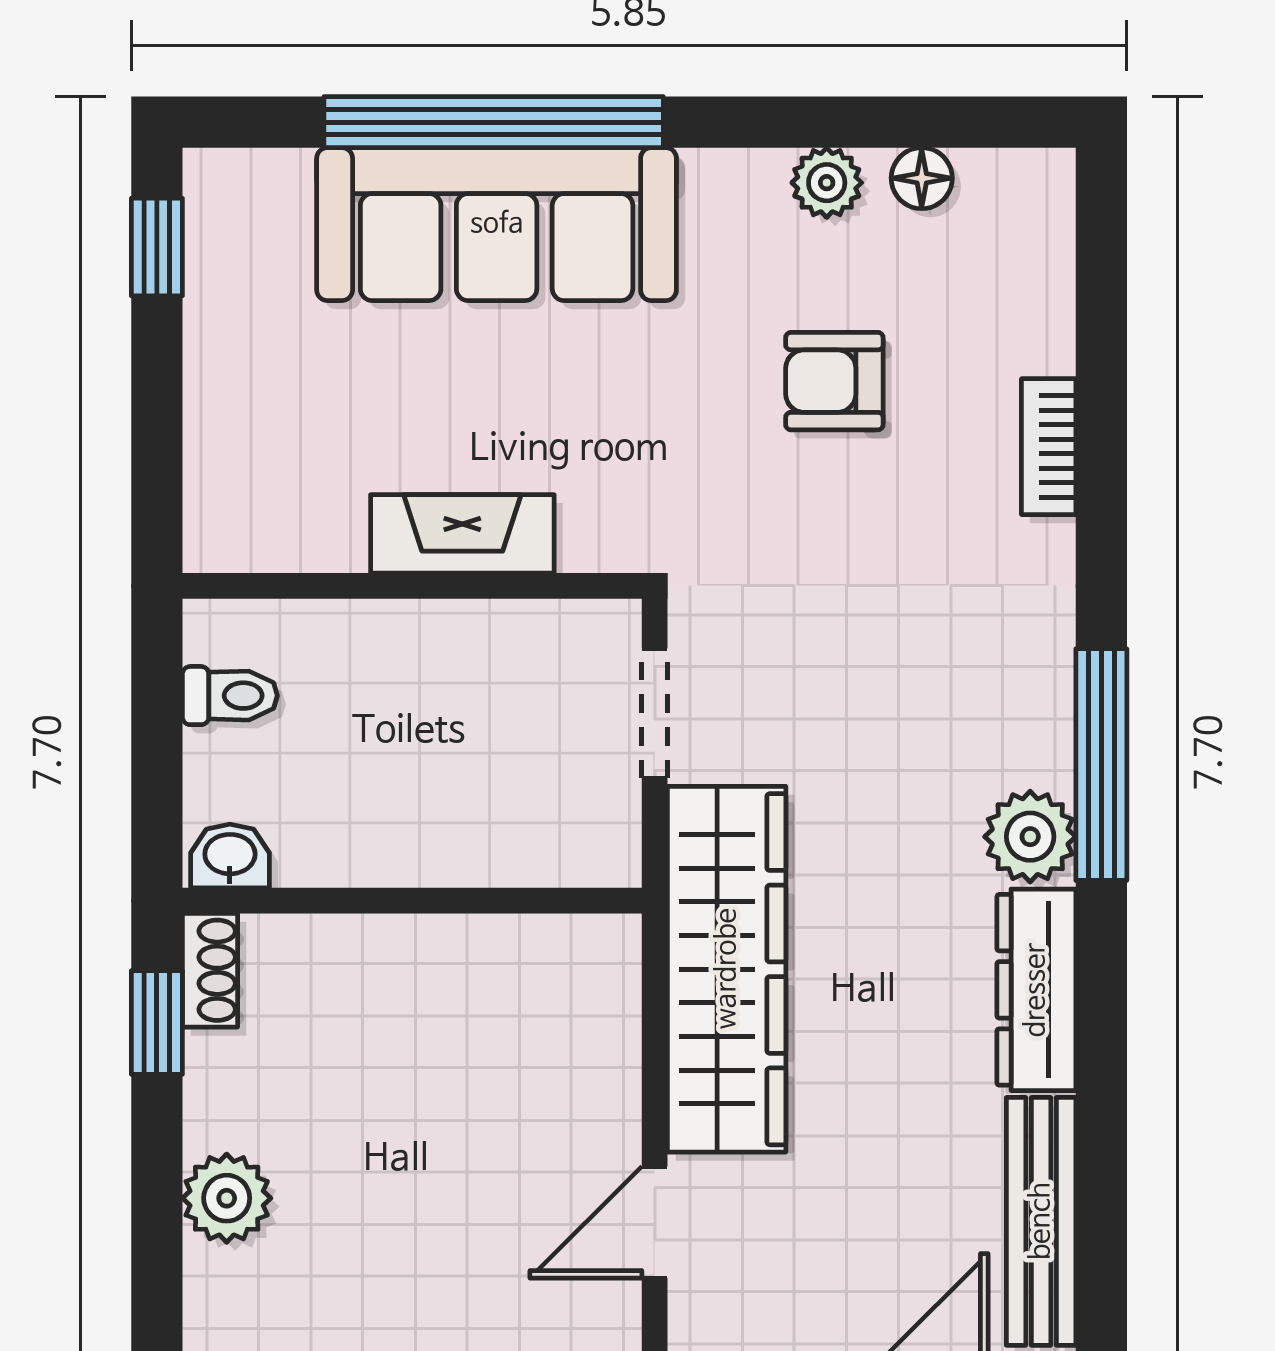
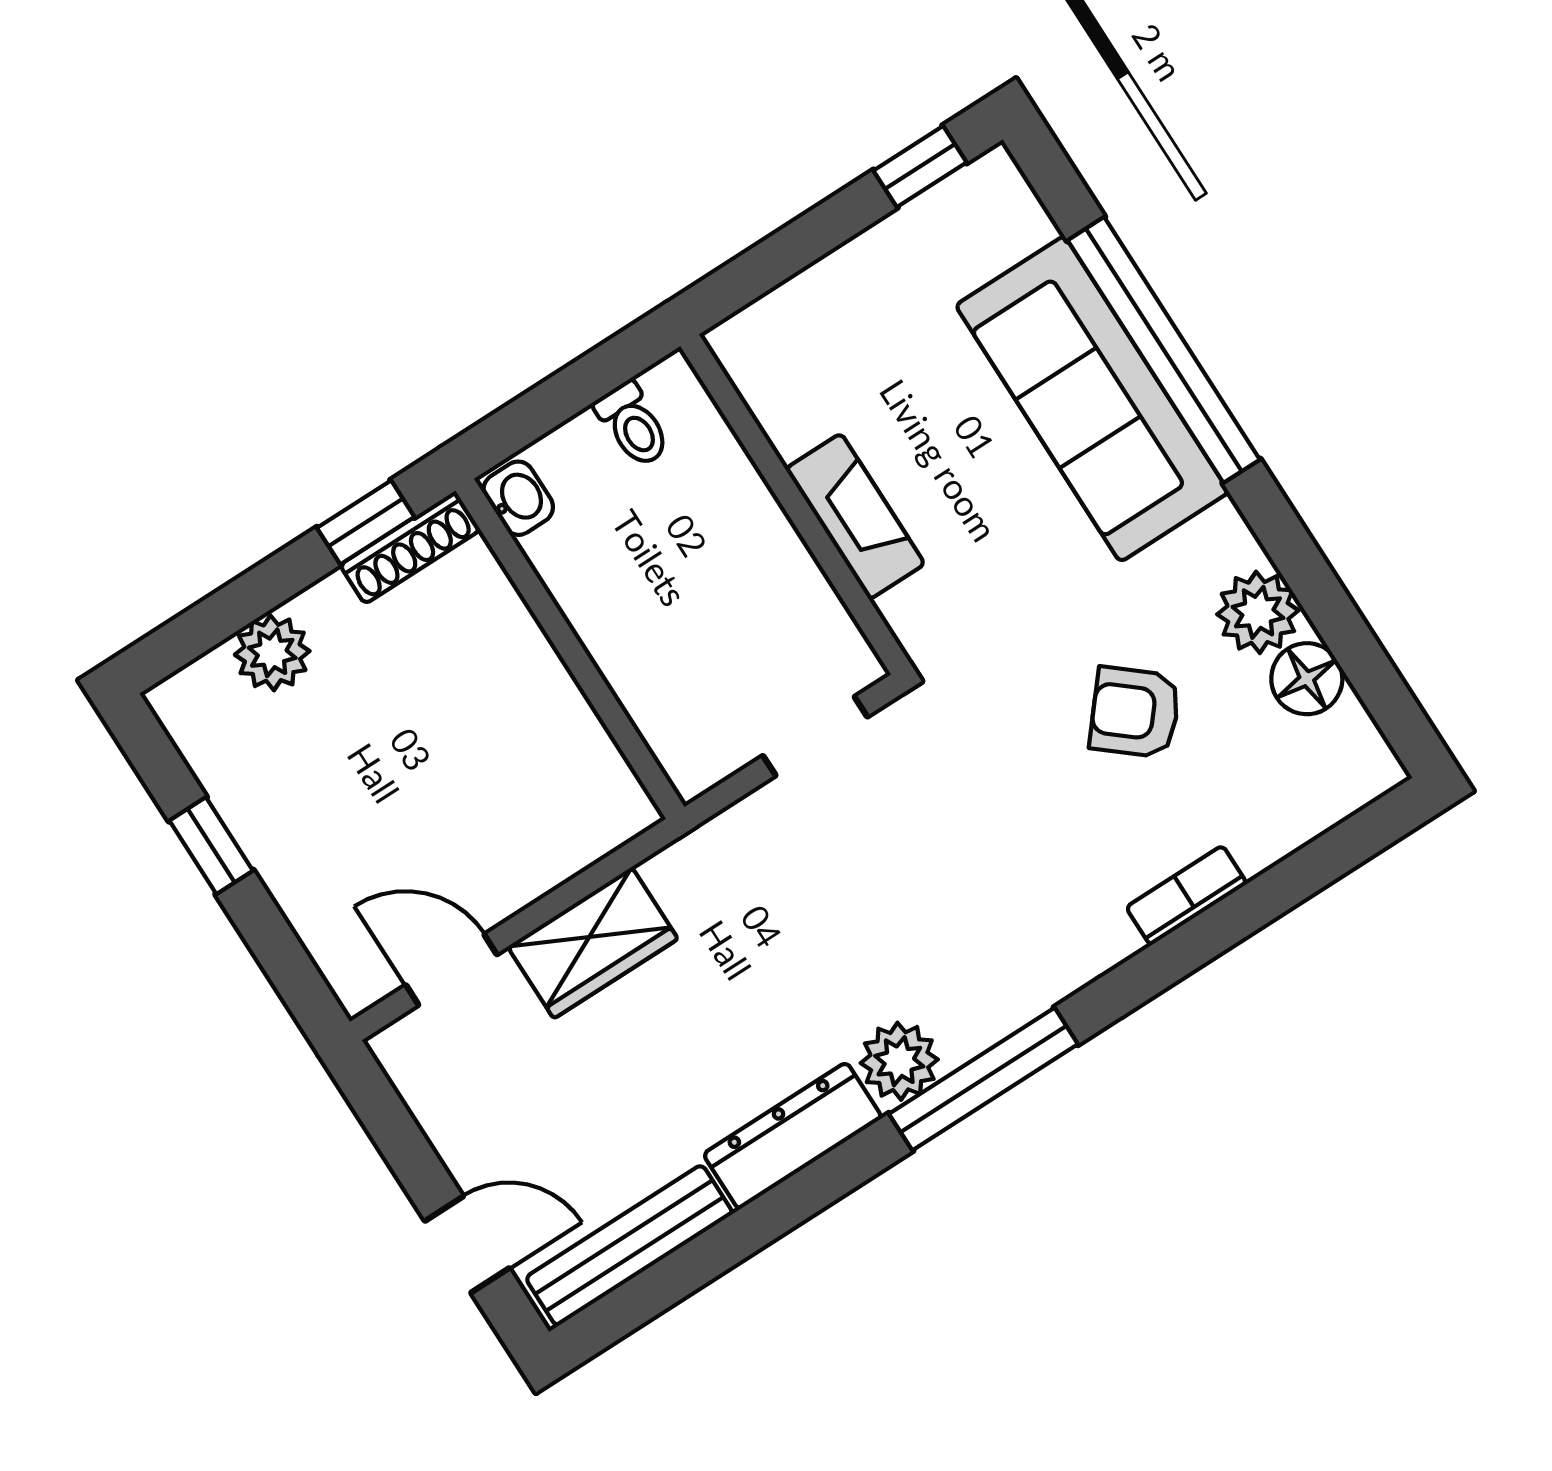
floor lamp: (922, 178) -> (1307, 679), width x1.37, depth x1.37
plant: (827, 183) -> (1258, 612), width x1.38, depth x1.38
armchair: (834, 381) -> (1135, 712), turned -50
wardrobe: (727, 969) -> (593, 943), width x0.48, depth x0.85
shoe rack: (210, 970) -> (410, 547), width x1.43

